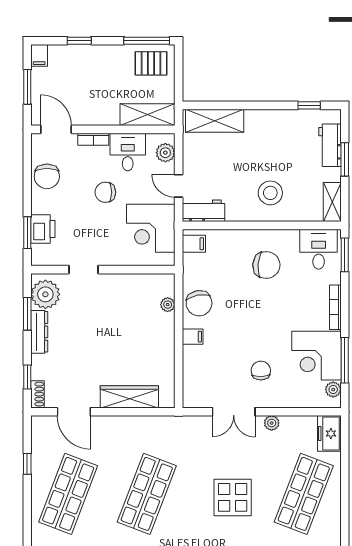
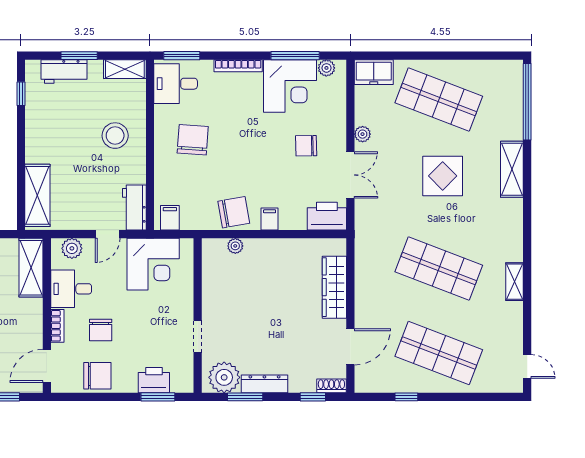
chair: (105, 192) -> (101, 330), moved
printer: (195, 390) -> (327, 216), added

